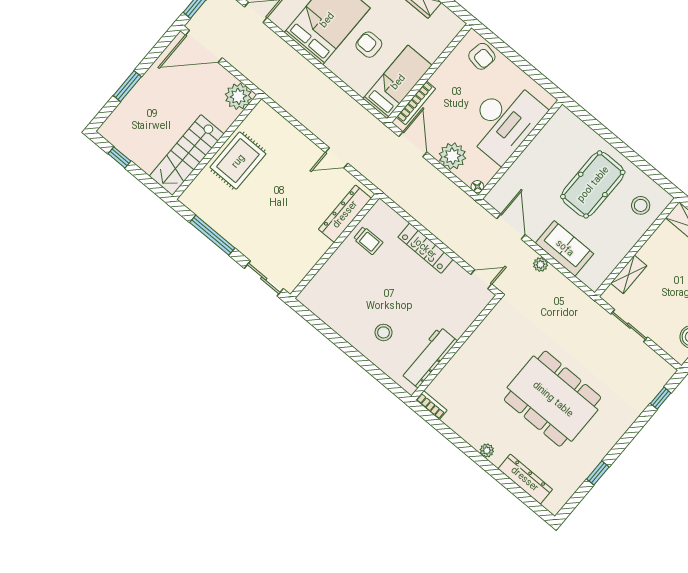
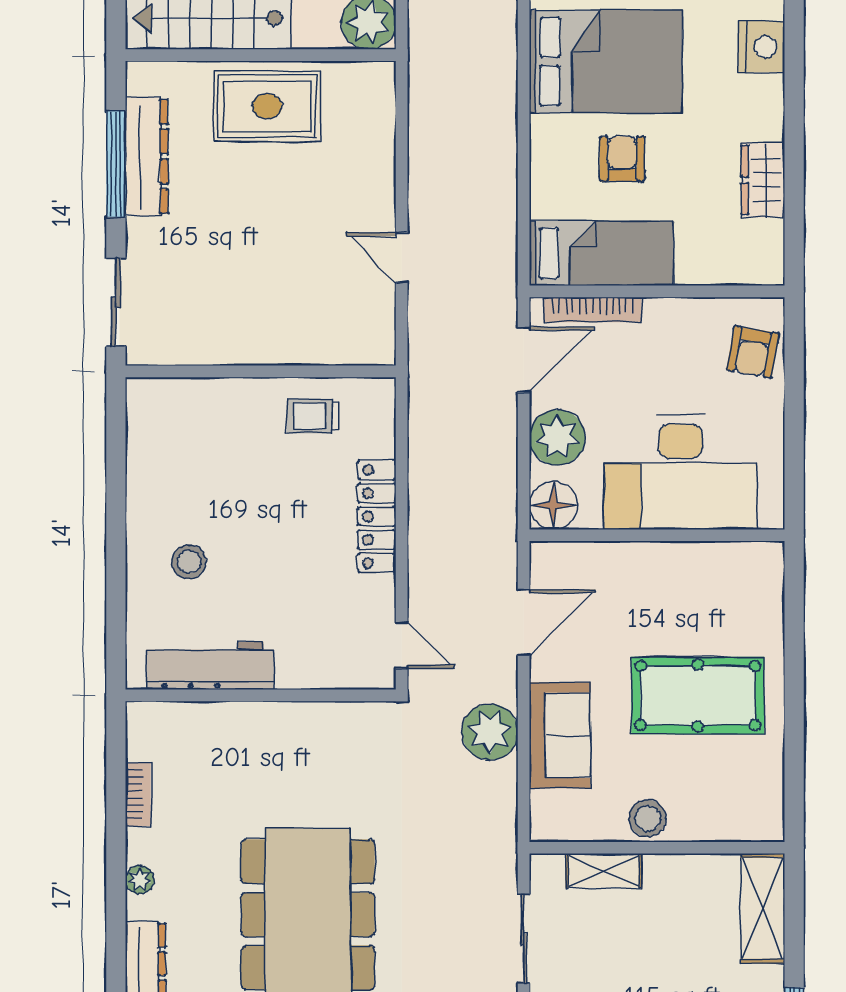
floor lamp: (477, 187) -> (553, 506), width x1.89, depth x1.89
stool: (641, 205) -> (648, 818), moved
dresser: (345, 214) -> (147, 156), moved, turned 90
trolley: (368, 241) -> (313, 416), turned 90
plant: (540, 264) -> (490, 732), width x1.87, depth x1.87
bookcase: (431, 405) -> (138, 795), moved

